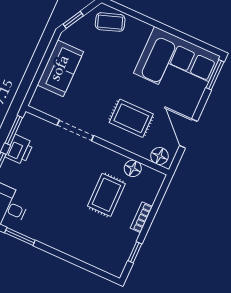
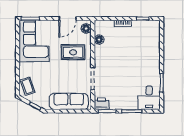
sofa: (60, 68) -> (69, 101), width x1.36
rug: (131, 118) -> (73, 52), turned 90
printer: (19, 150) -> (101, 104), moved
rug: (106, 195) -> (119, 47), removed

